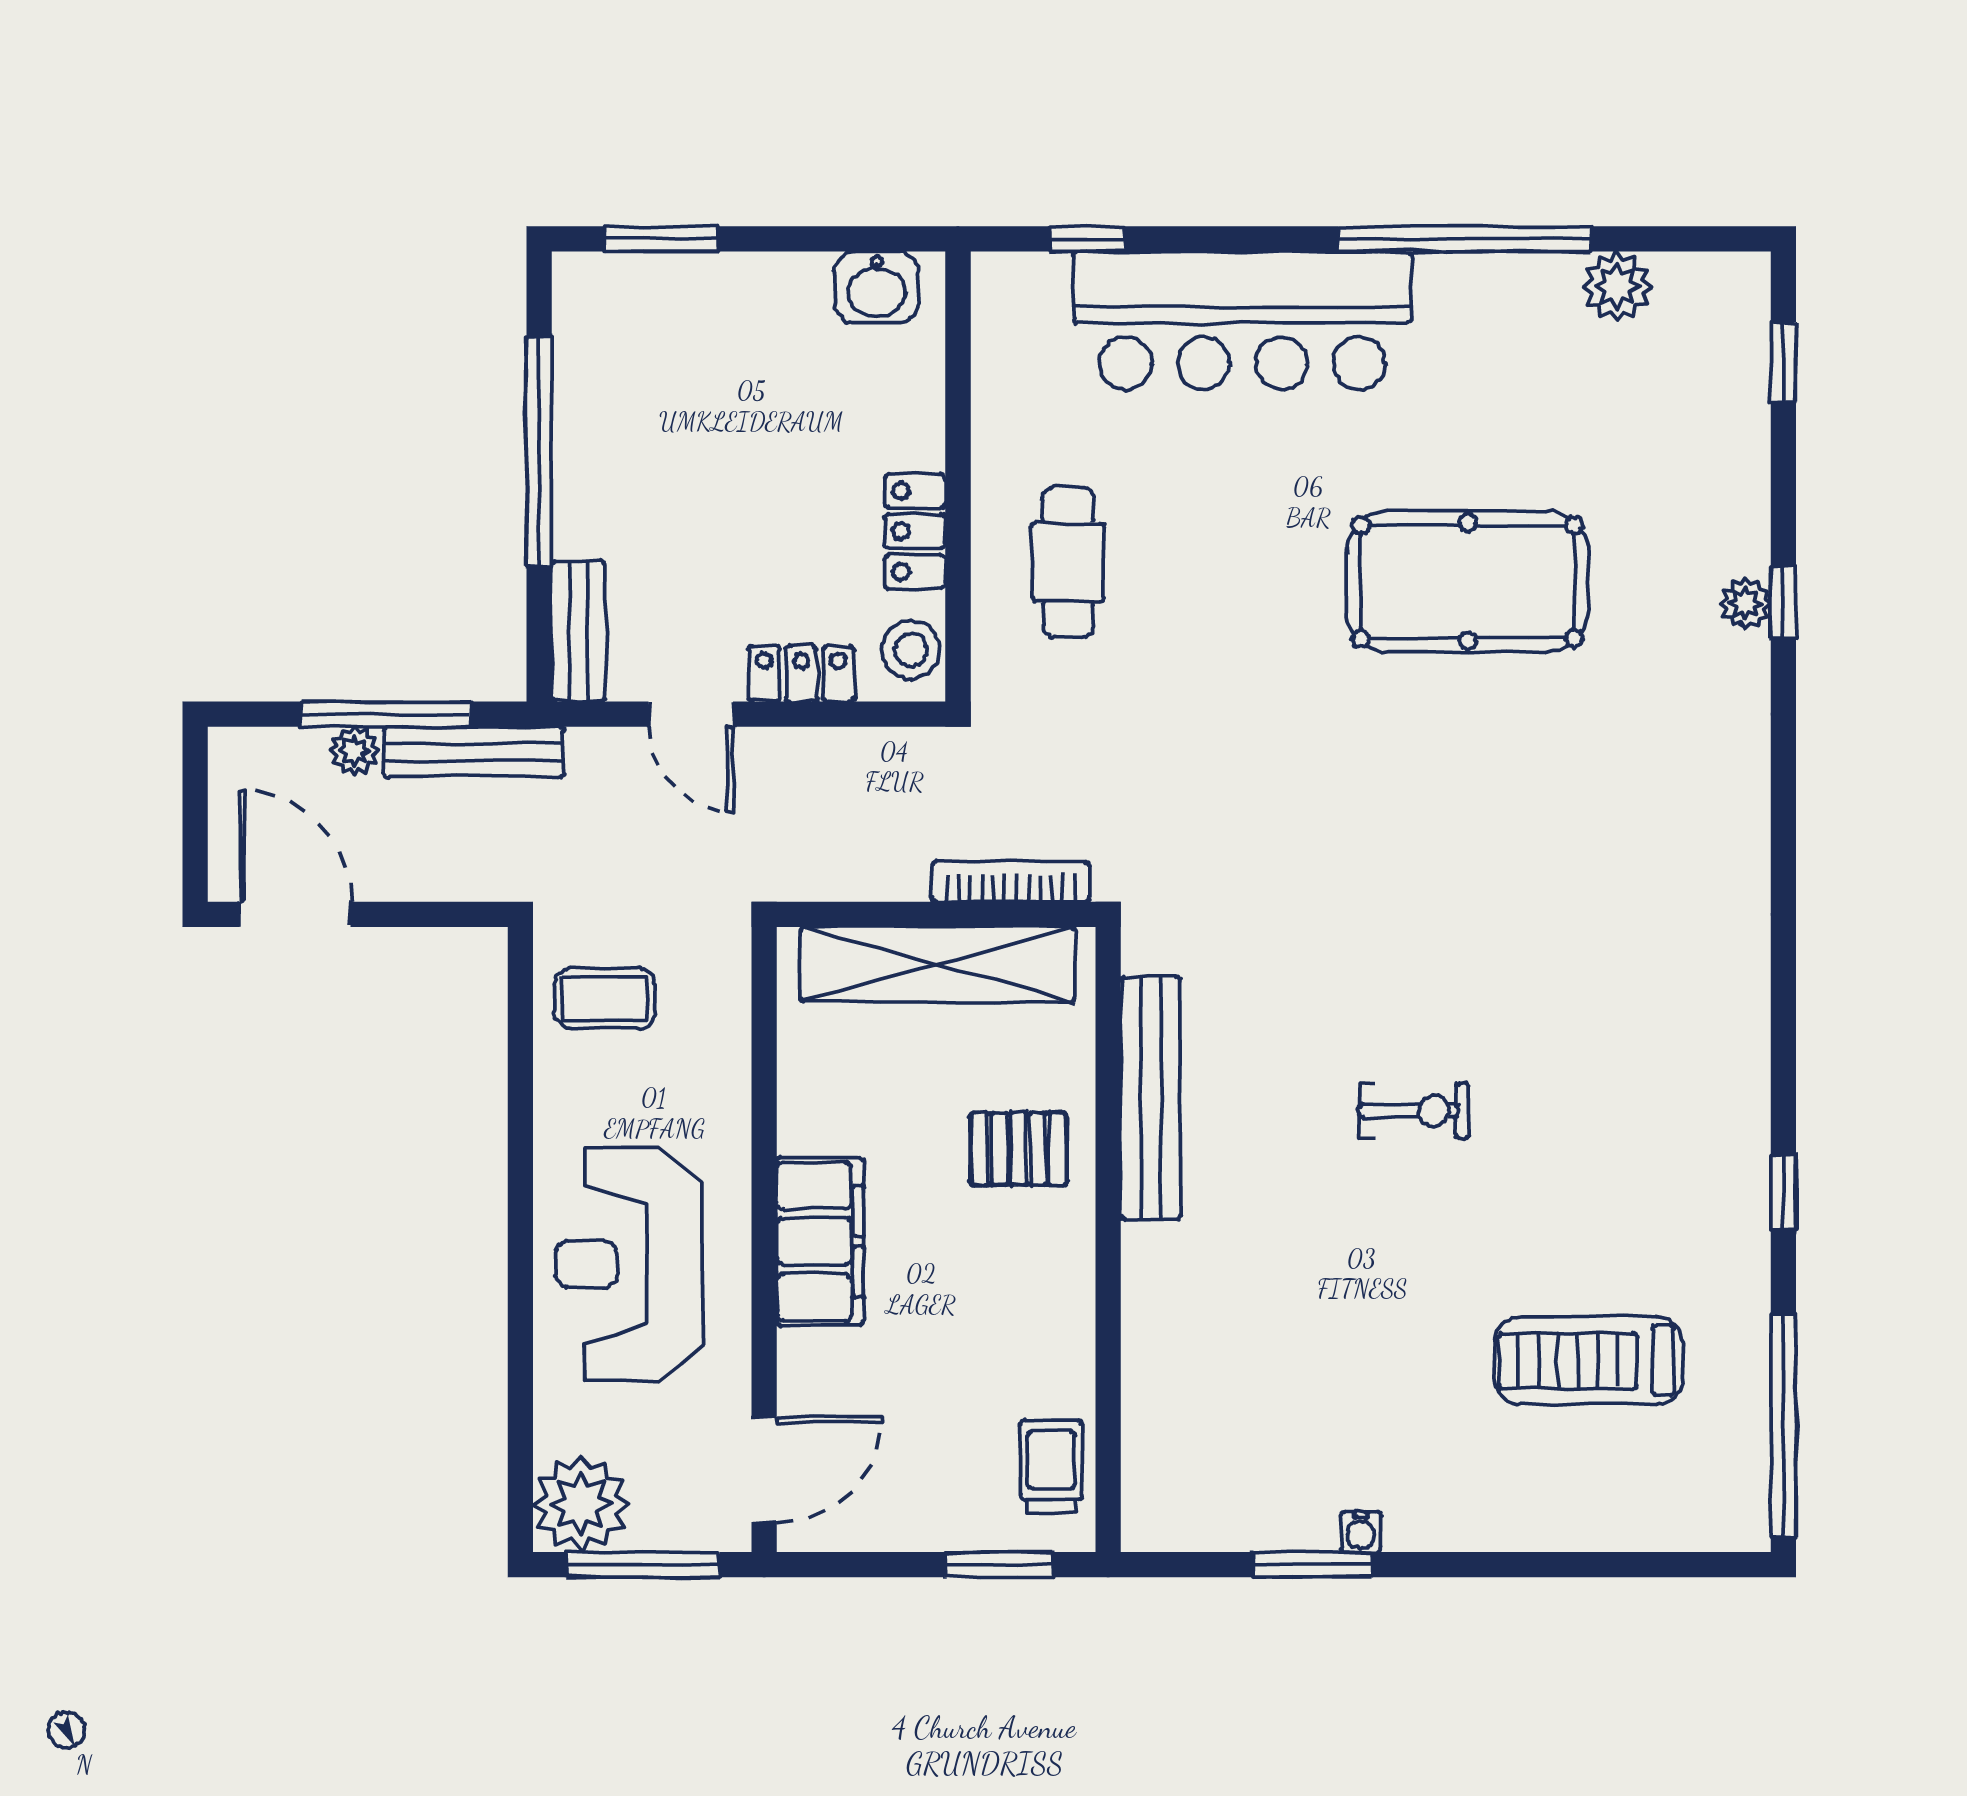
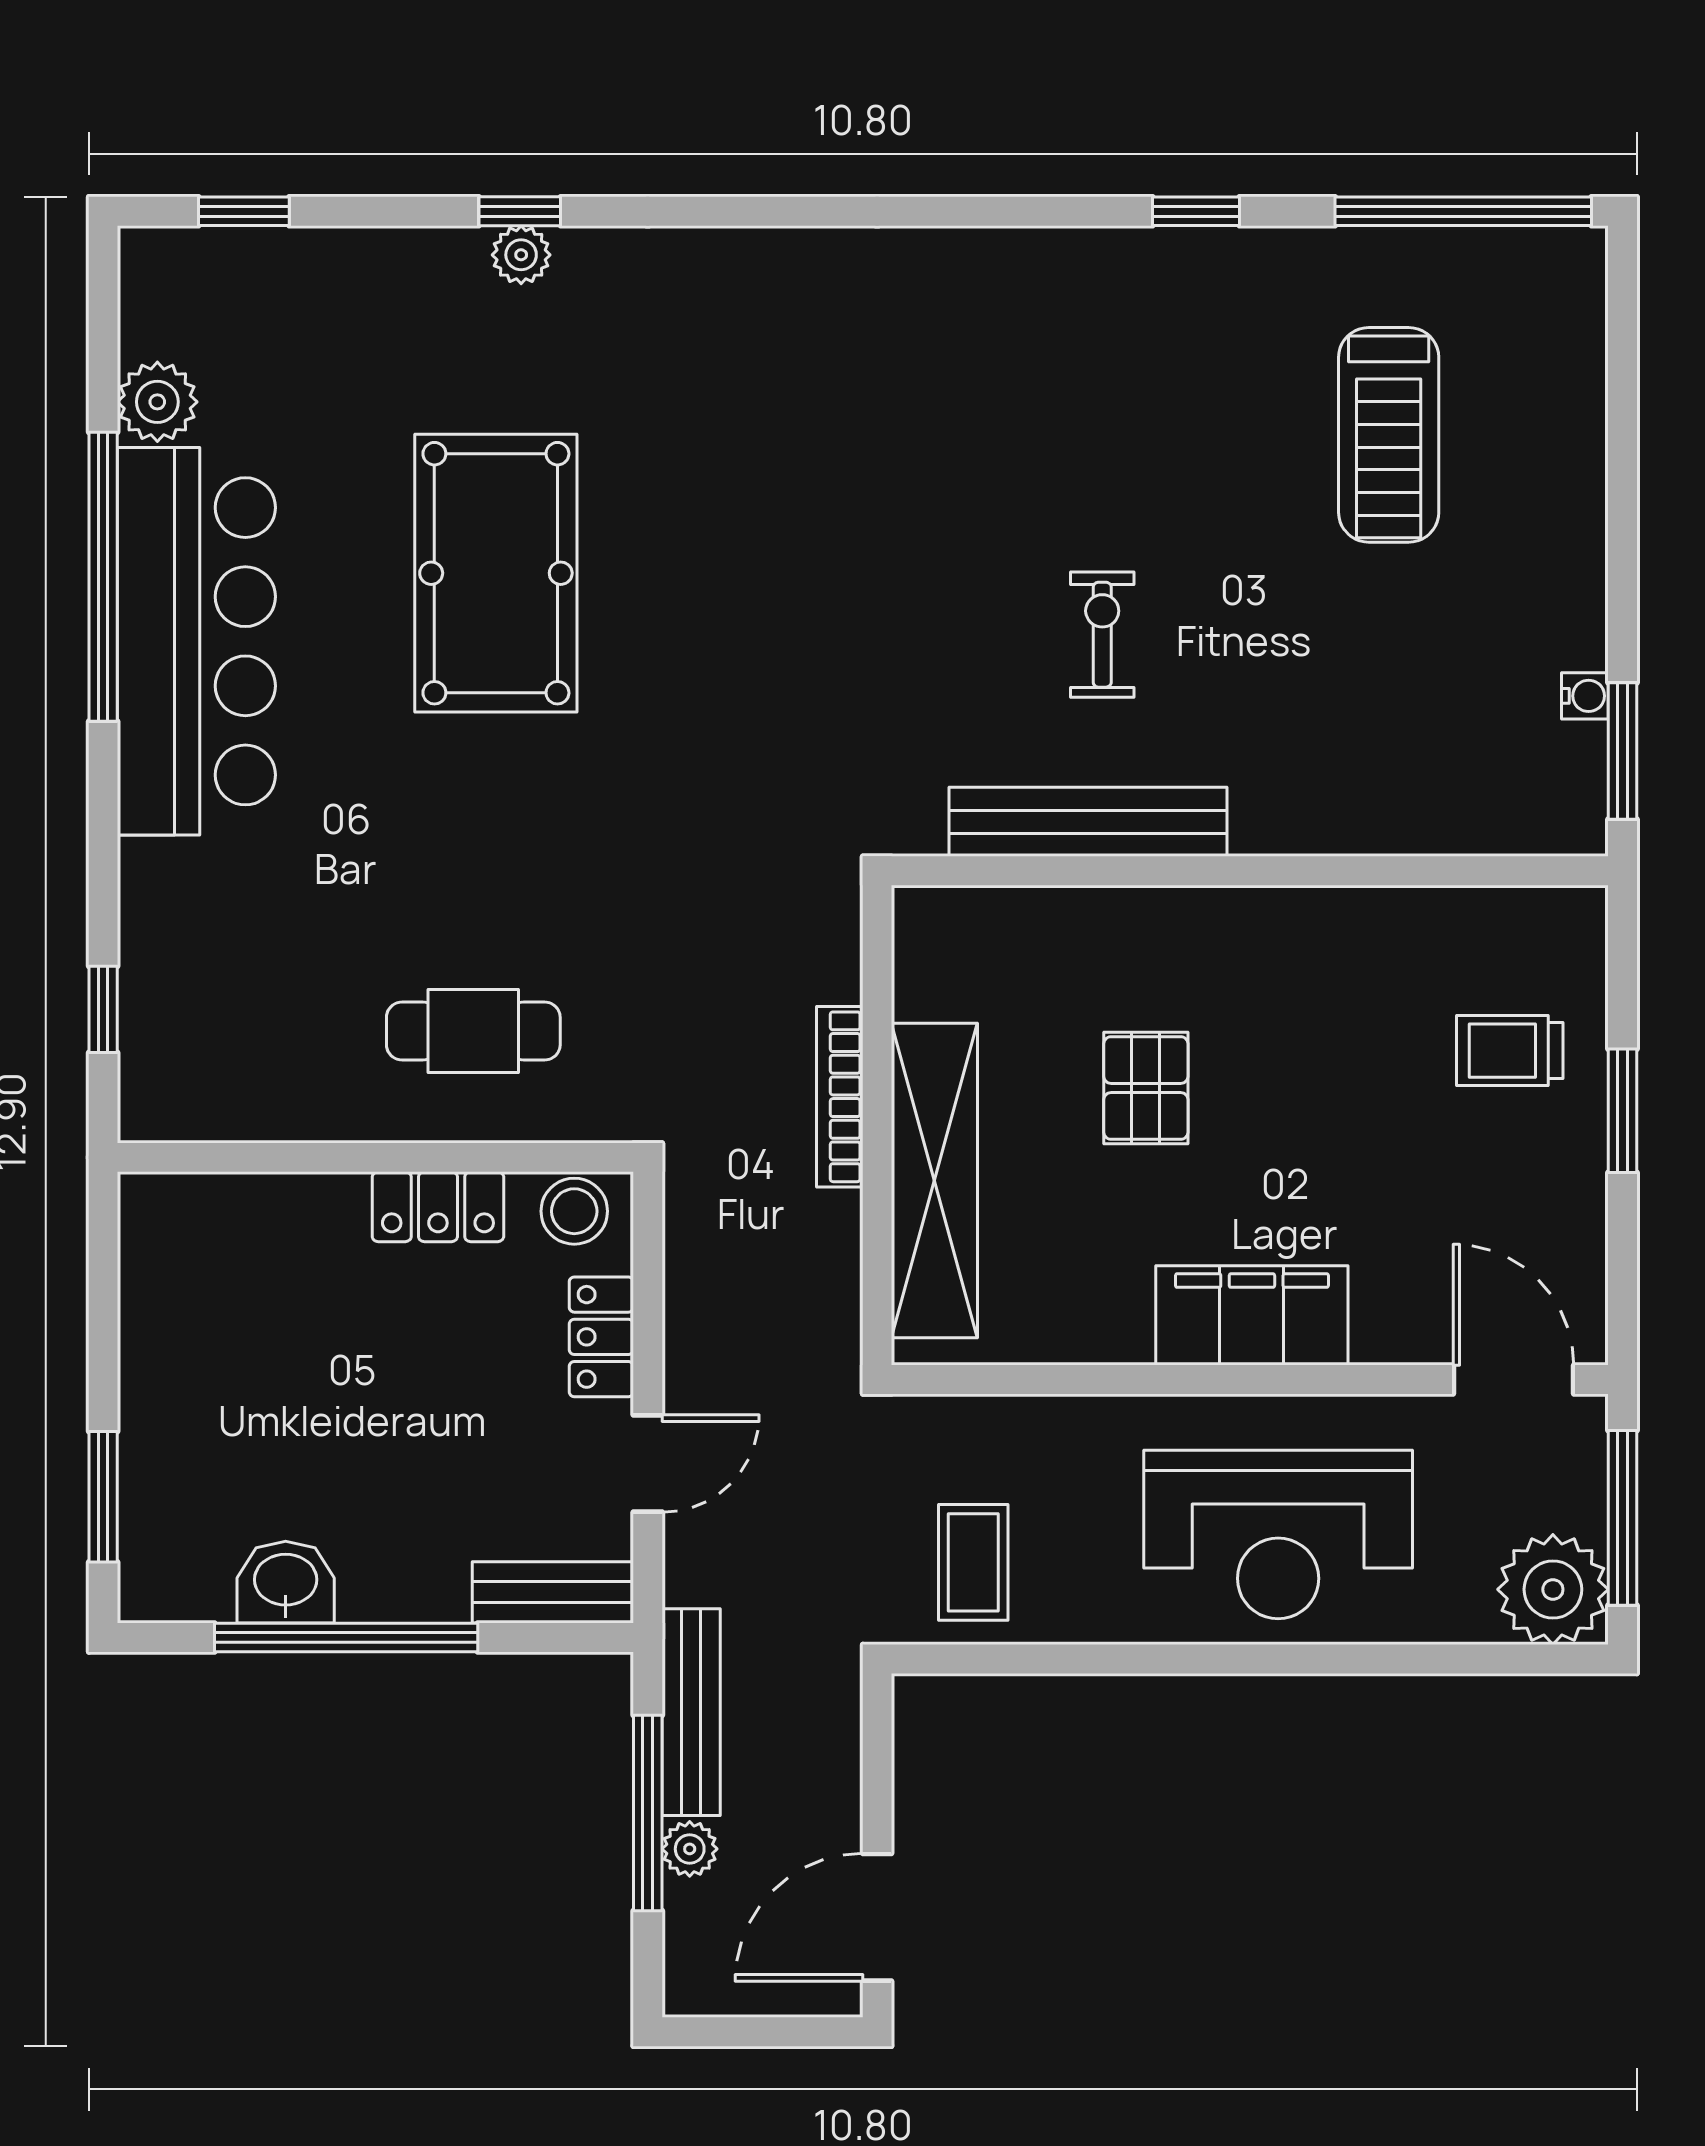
washbasin: (877, 287) -> (286, 1582), moved, turned -90
bar counter: (1243, 320) -> (196, 641), moved
bench: (1151, 1098) -> (1088, 822), moved
wall: (1108, 1239) -> (1250, 871), moved

